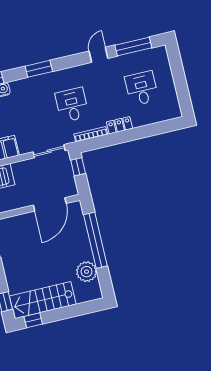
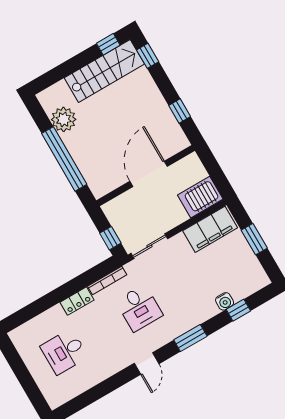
window: (133, 47) -> (89, 397), removed
door: (99, 55) -> (147, 364), moved
desk: (142, 88) -> (64, 352), turned 90
door: (50, 204) -> (149, 174), moved

